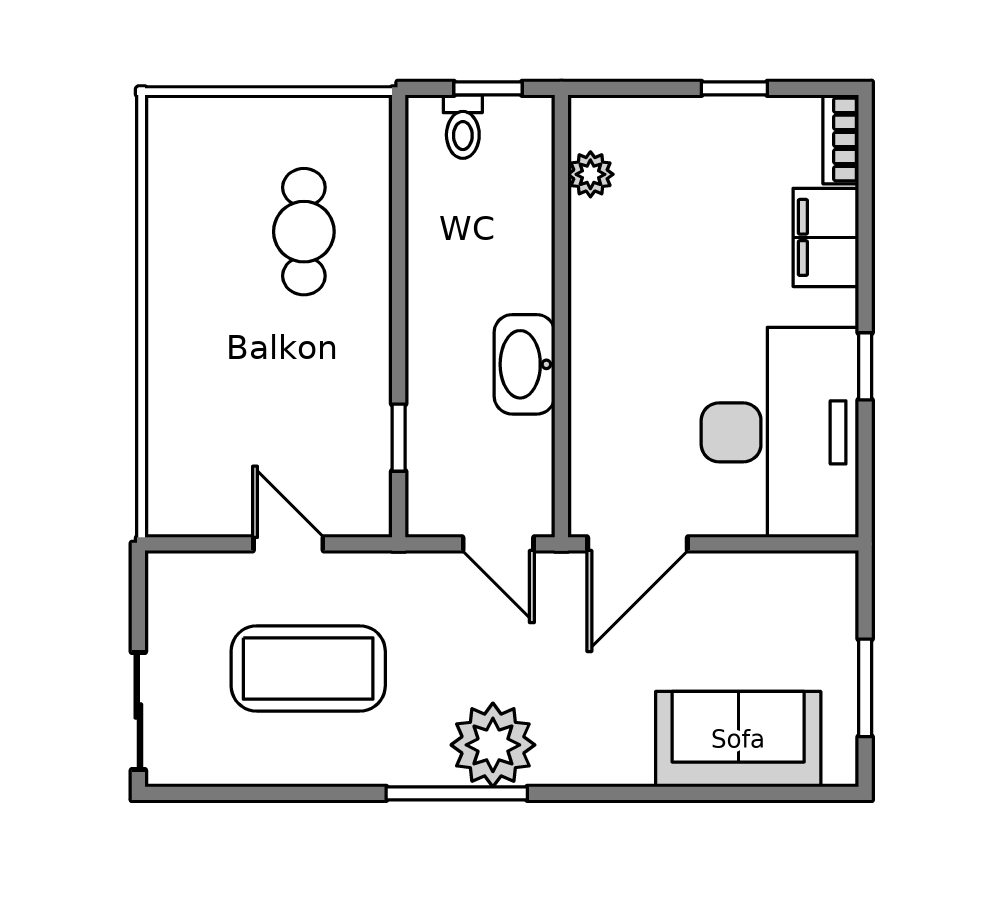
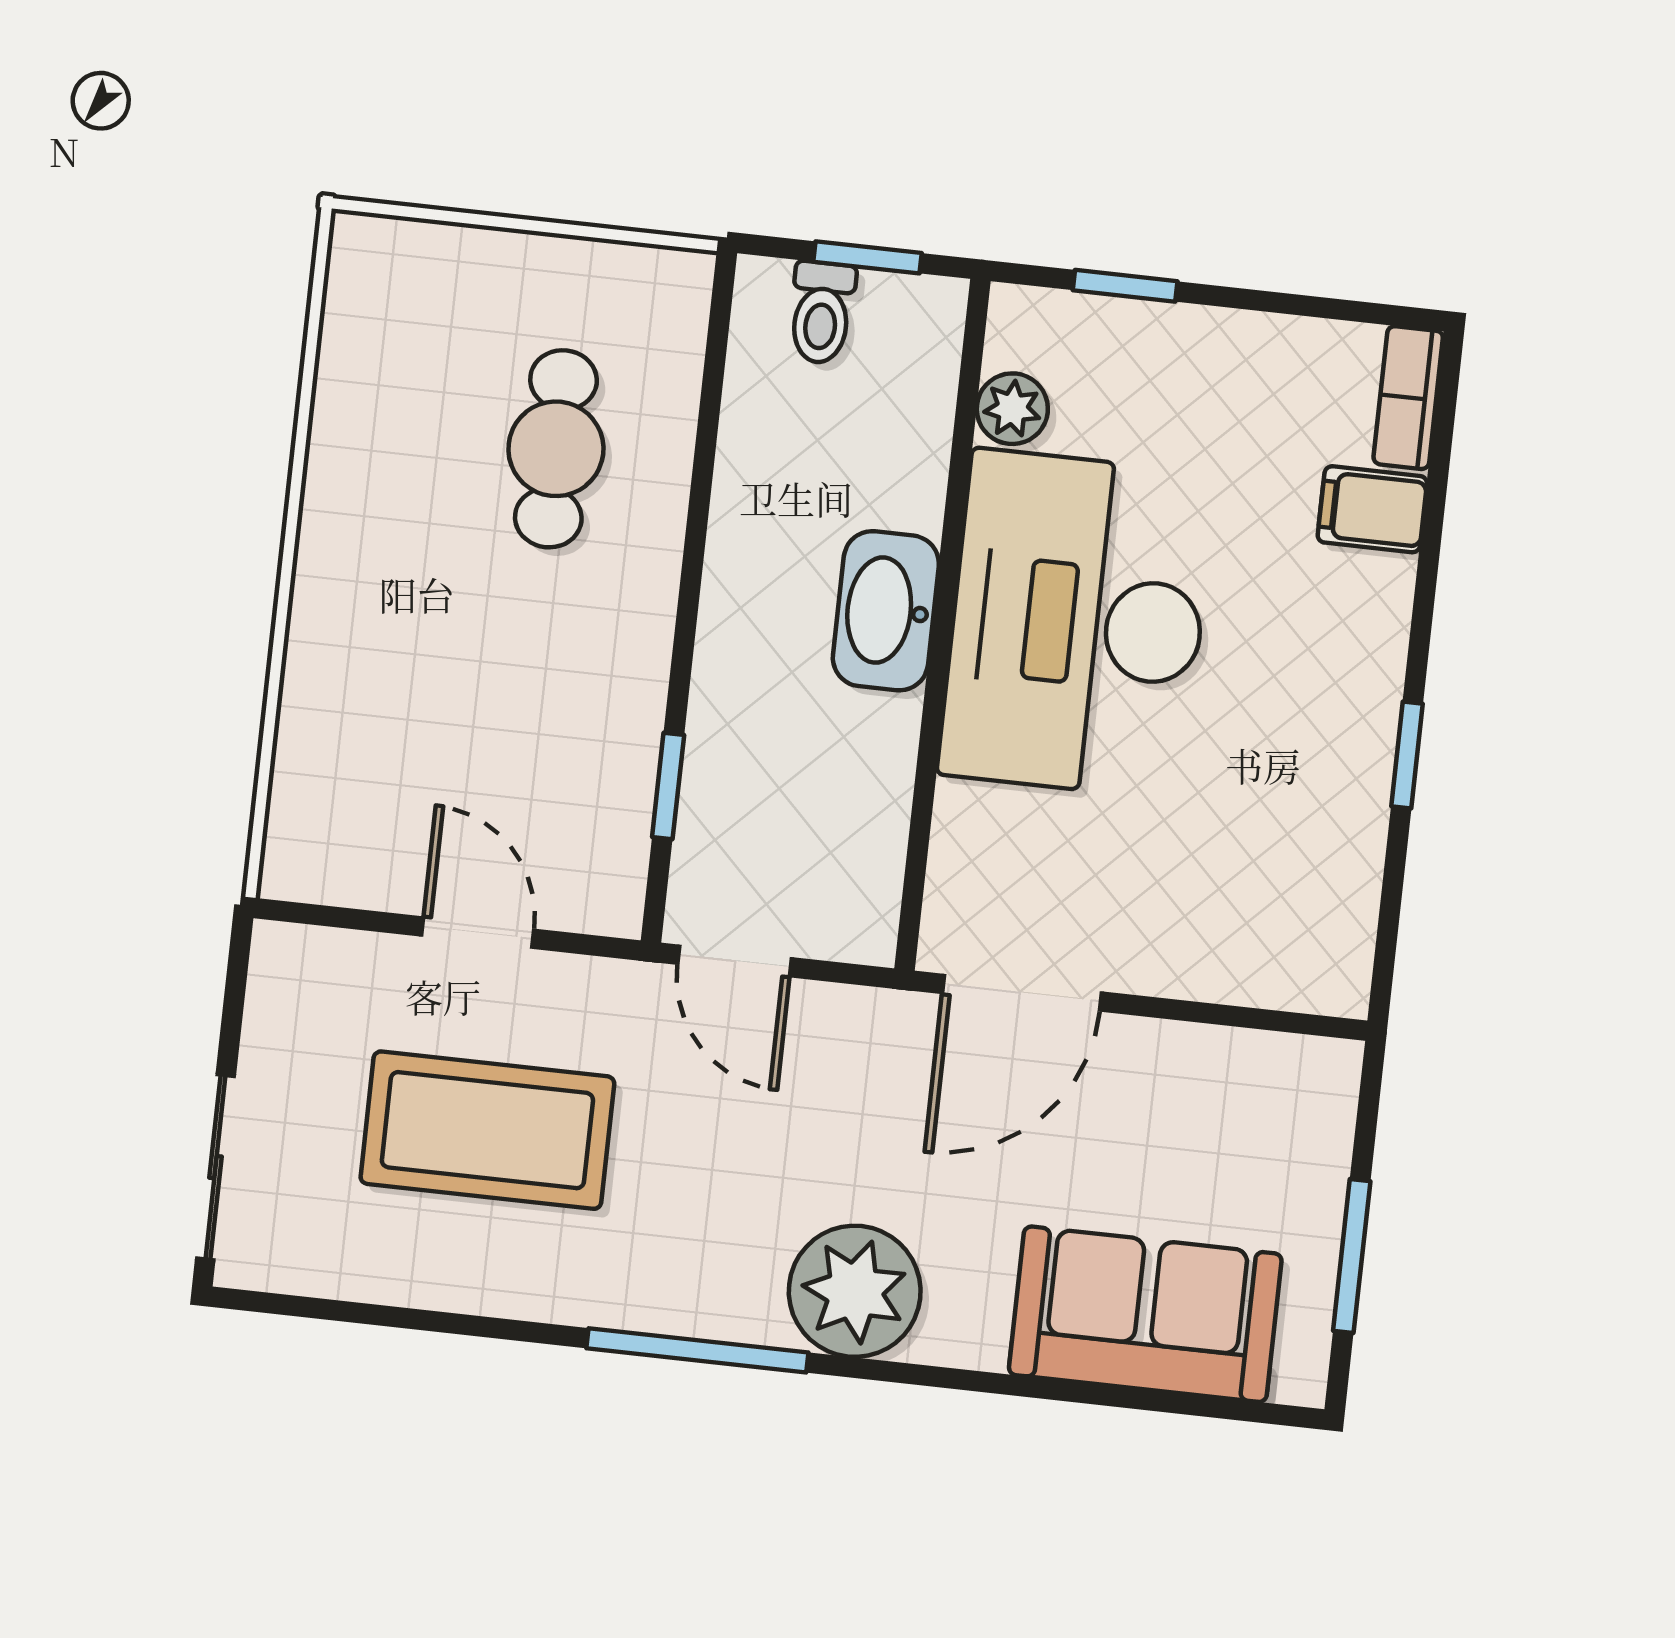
window: (734, 88) -> (1125, 286), moved
filing cabinet: (826, 237) -> (1372, 509), width x0.50
washbasin: (524, 364) -> (886, 611), moved
desk: (780, 432) -> (1077, 624), moved, turned 180
door: (498, 544) -> (735, 961), moved
plant: (493, 745) -> (855, 1291), moved

